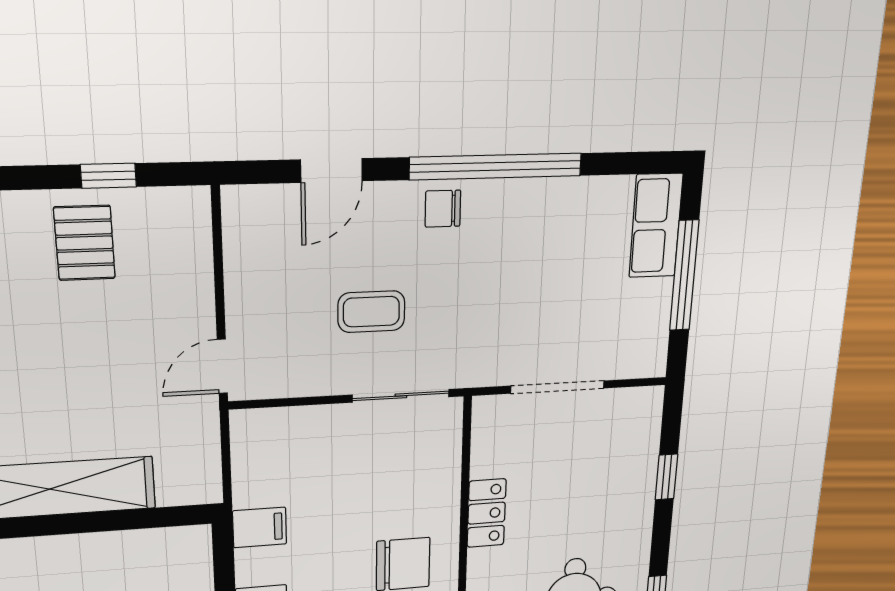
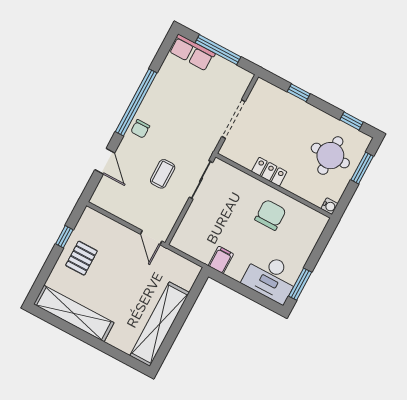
pallet: (85, 243) -> (81, 258), turned 90

